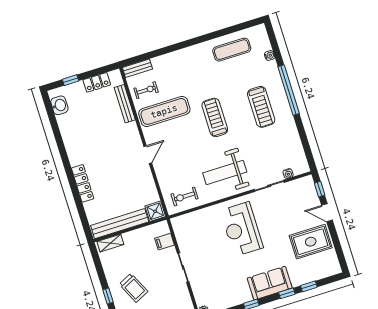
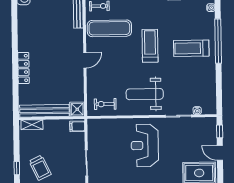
treadmill: (261, 107) -> (191, 48), turned 90
filing cabinet: (165, 242) -> (77, 126), moved

